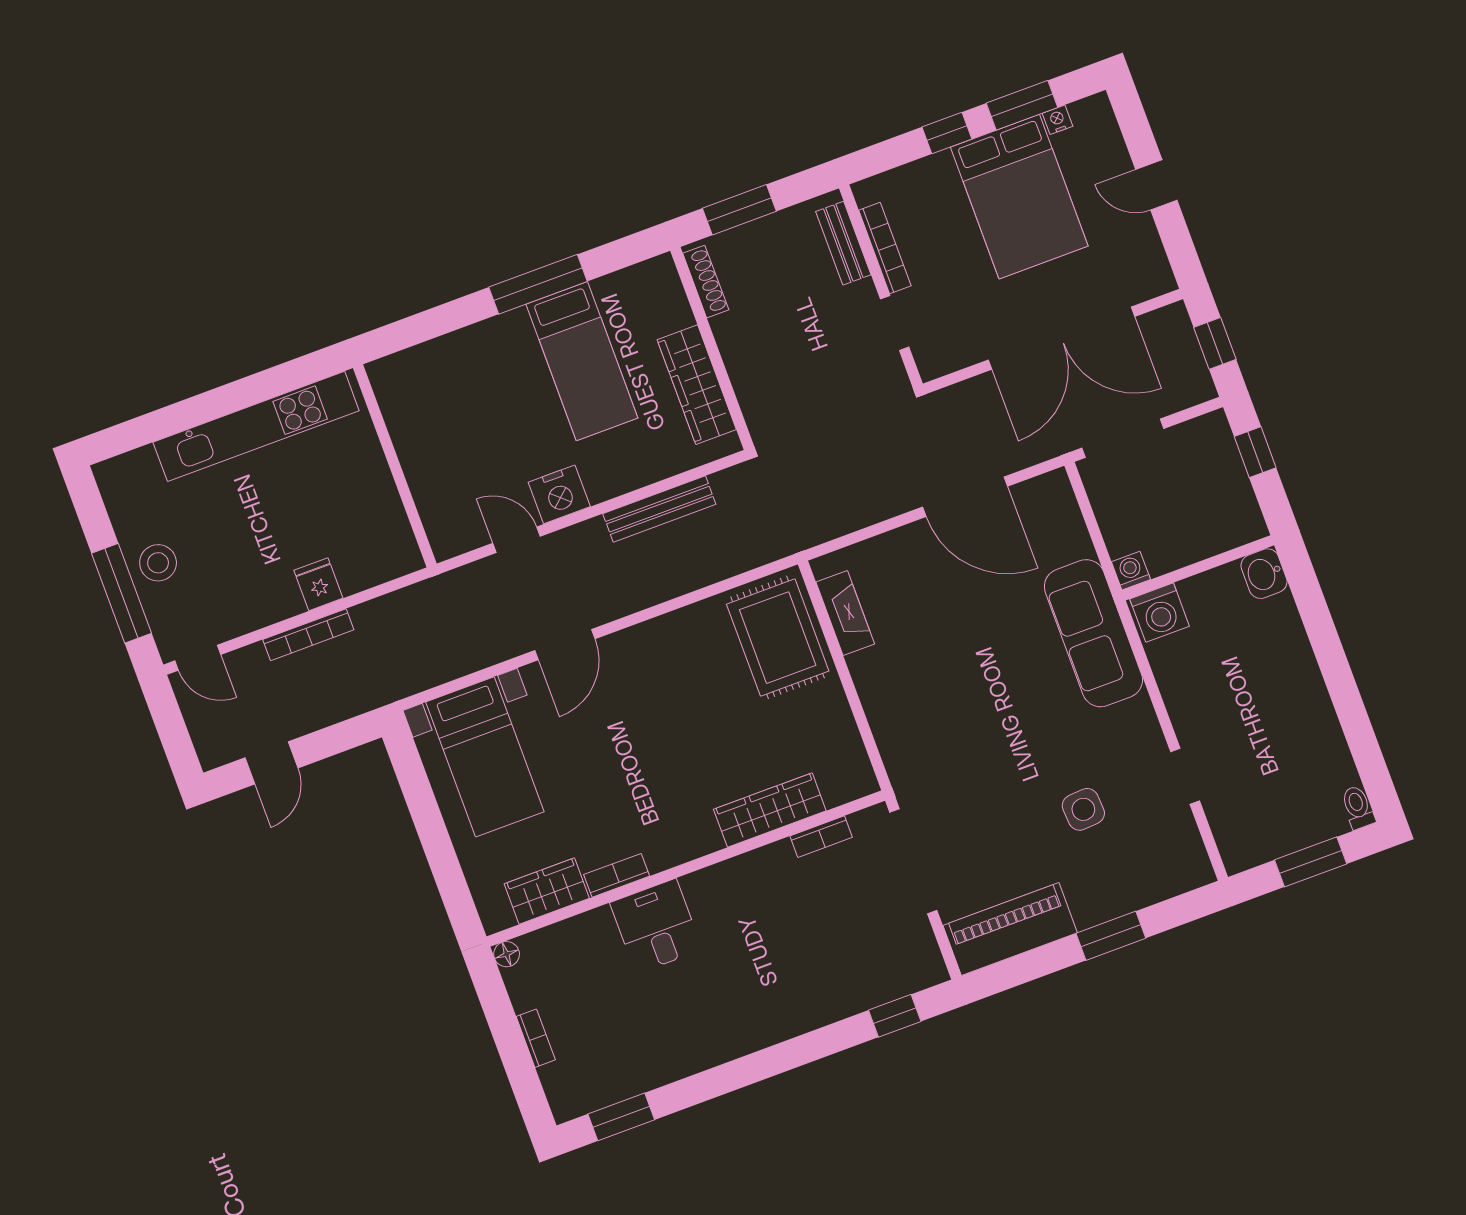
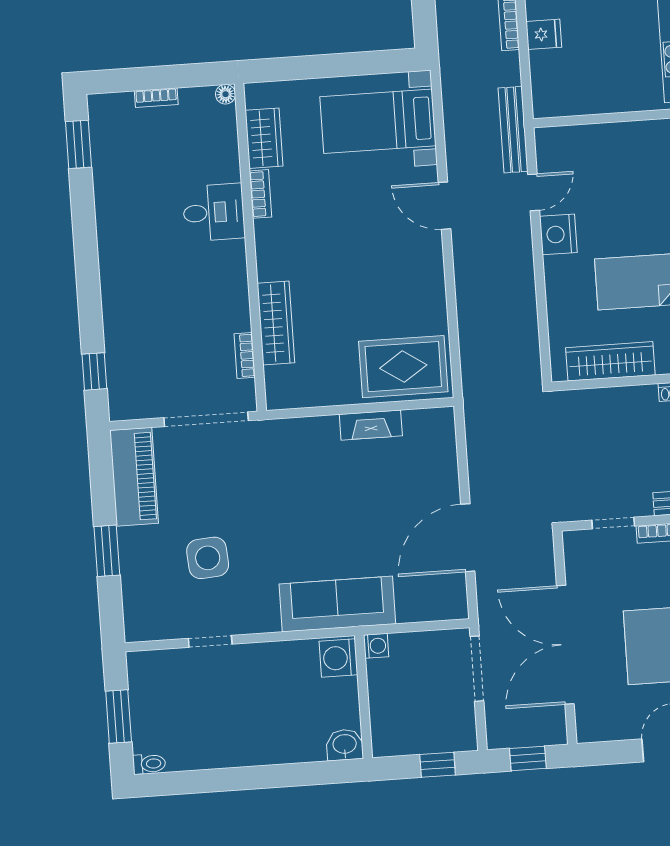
bench: (659, 509) -> (513, 130), moved
fireplace: (845, 613) -> (371, 425), moved
side table: (1083, 809) -> (208, 558), width x1.37, depth x1.37

